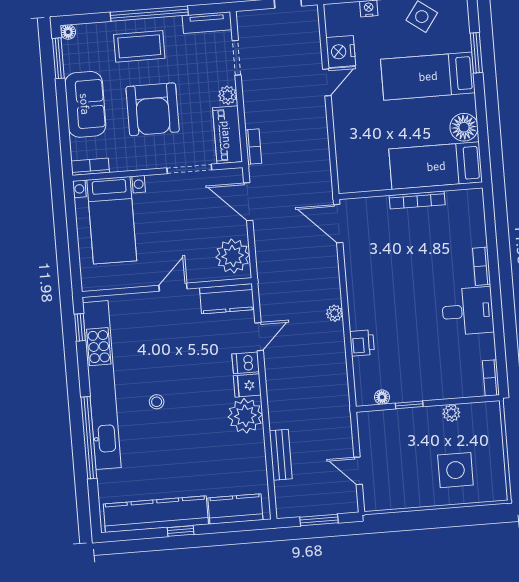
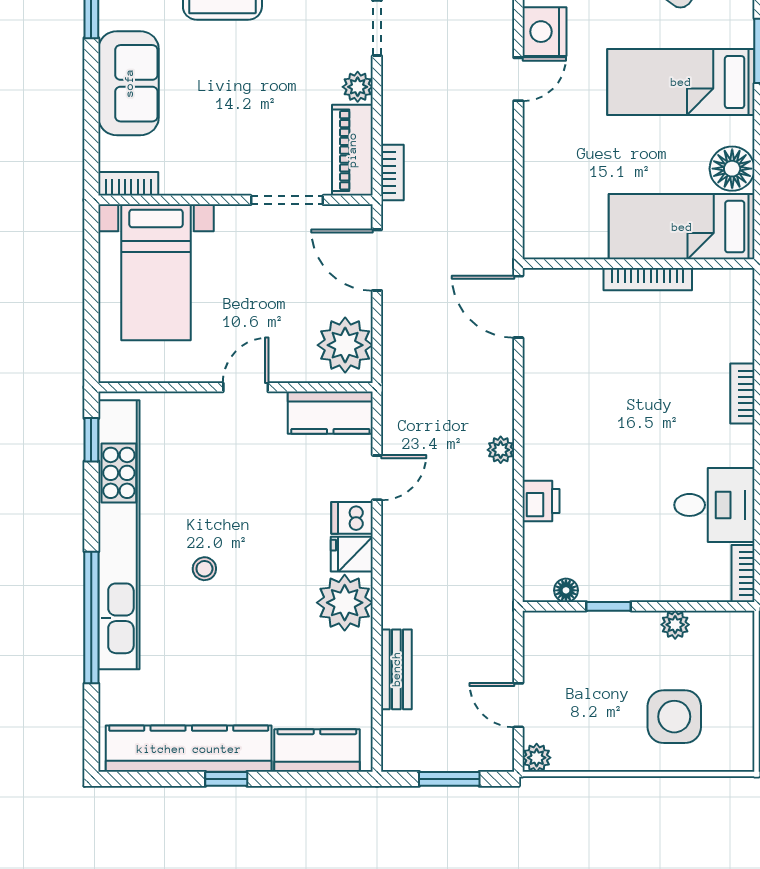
armchair: (153, 109) -> (236, 100), removed
desk: (468, 311) -> (714, 505), moved
plant: (372, 502) -> (537, 758), added

